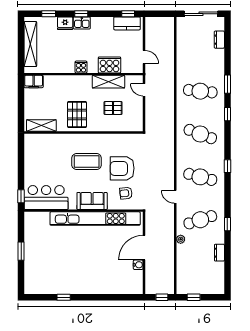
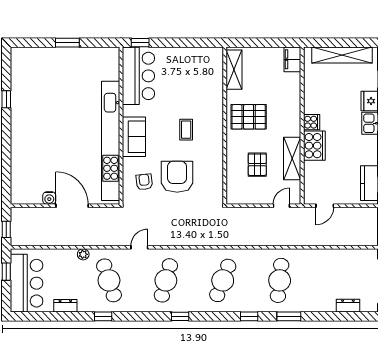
cooker: (109, 65) -> (314, 146), moved
coffee table: (87, 162) -> (186, 130), width x0.54, depth x0.58
bar counter: (202, 282) -> (27, 283), added

